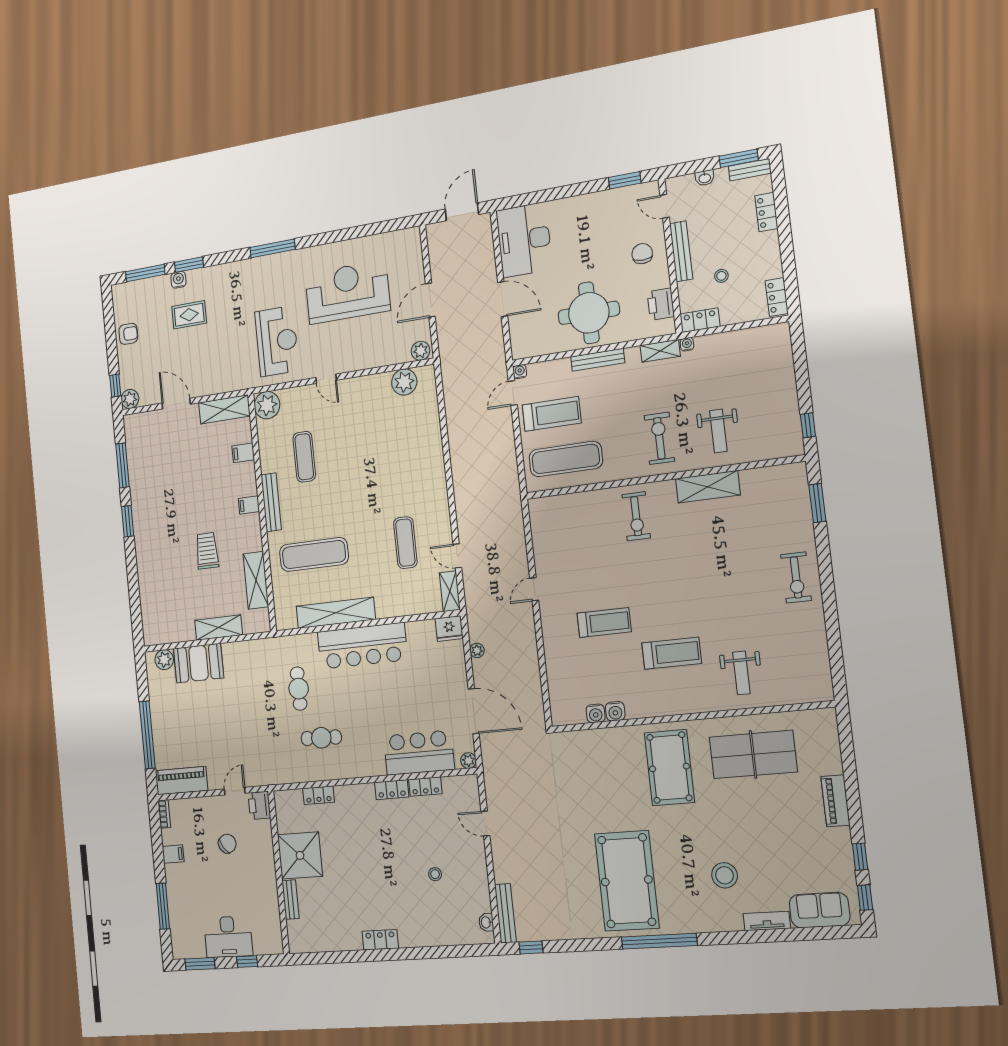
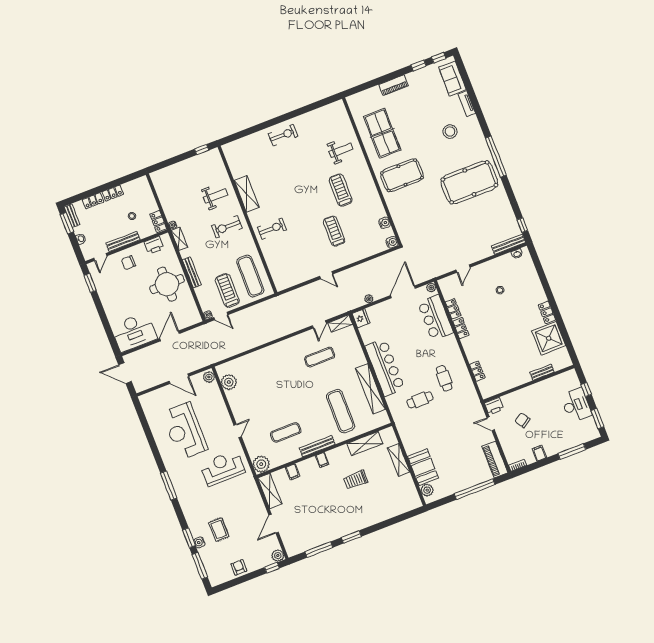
locker: (777, 297) -> (113, 193), moved
window: (817, 503) -> (241, 134), removed
water cooler: (615, 711) -> (392, 242), moved
shower: (300, 855) -> (549, 338), moved

